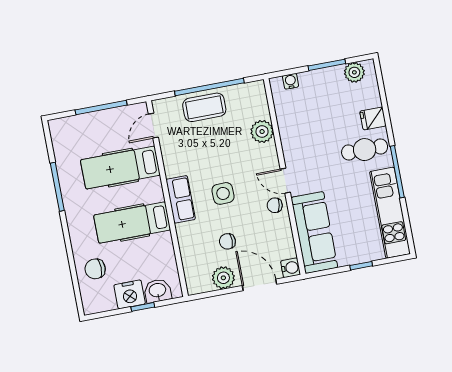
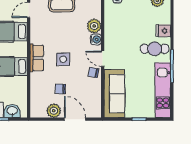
water cooler: (291, 268) -> (96, 39), moved

